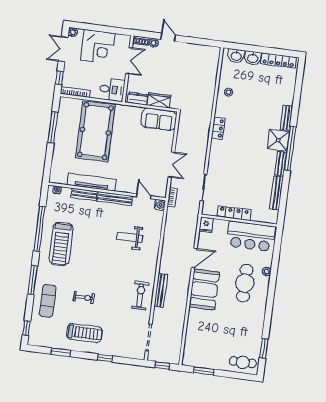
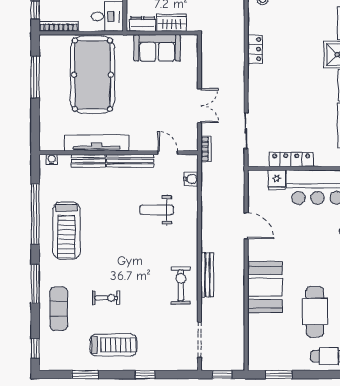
sofa: (159, 119) -> (157, 48), moved
water cooler: (160, 205) -> (191, 179), moved
fridge: (206, 225) -> (277, 180), moved
door: (194, 258) -> (246, 226), hinge flipped
cafe table: (245, 283) -> (315, 312), moved
booth: (204, 290) -> (265, 287), moved

